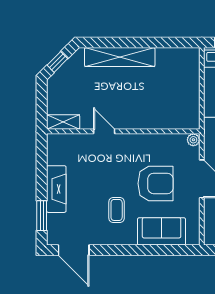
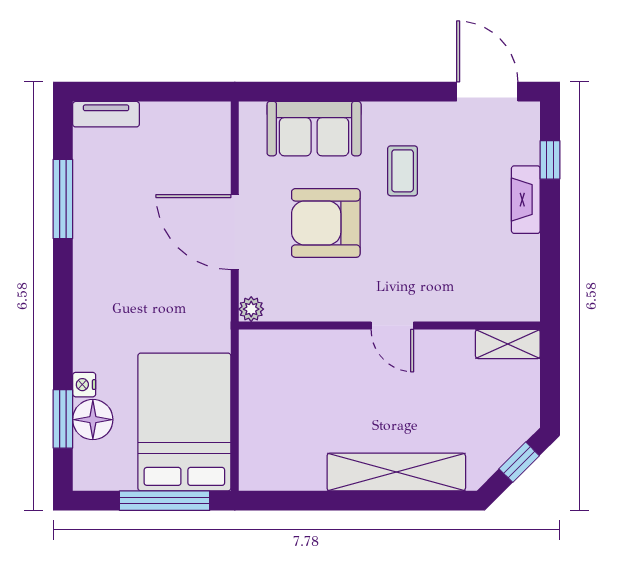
door: (104, 131) -> (392, 325), moved
fireplace: (56, 189) -> (526, 200), width x0.73, depth x0.76
window: (42, 216) -> (550, 160), width x0.67

